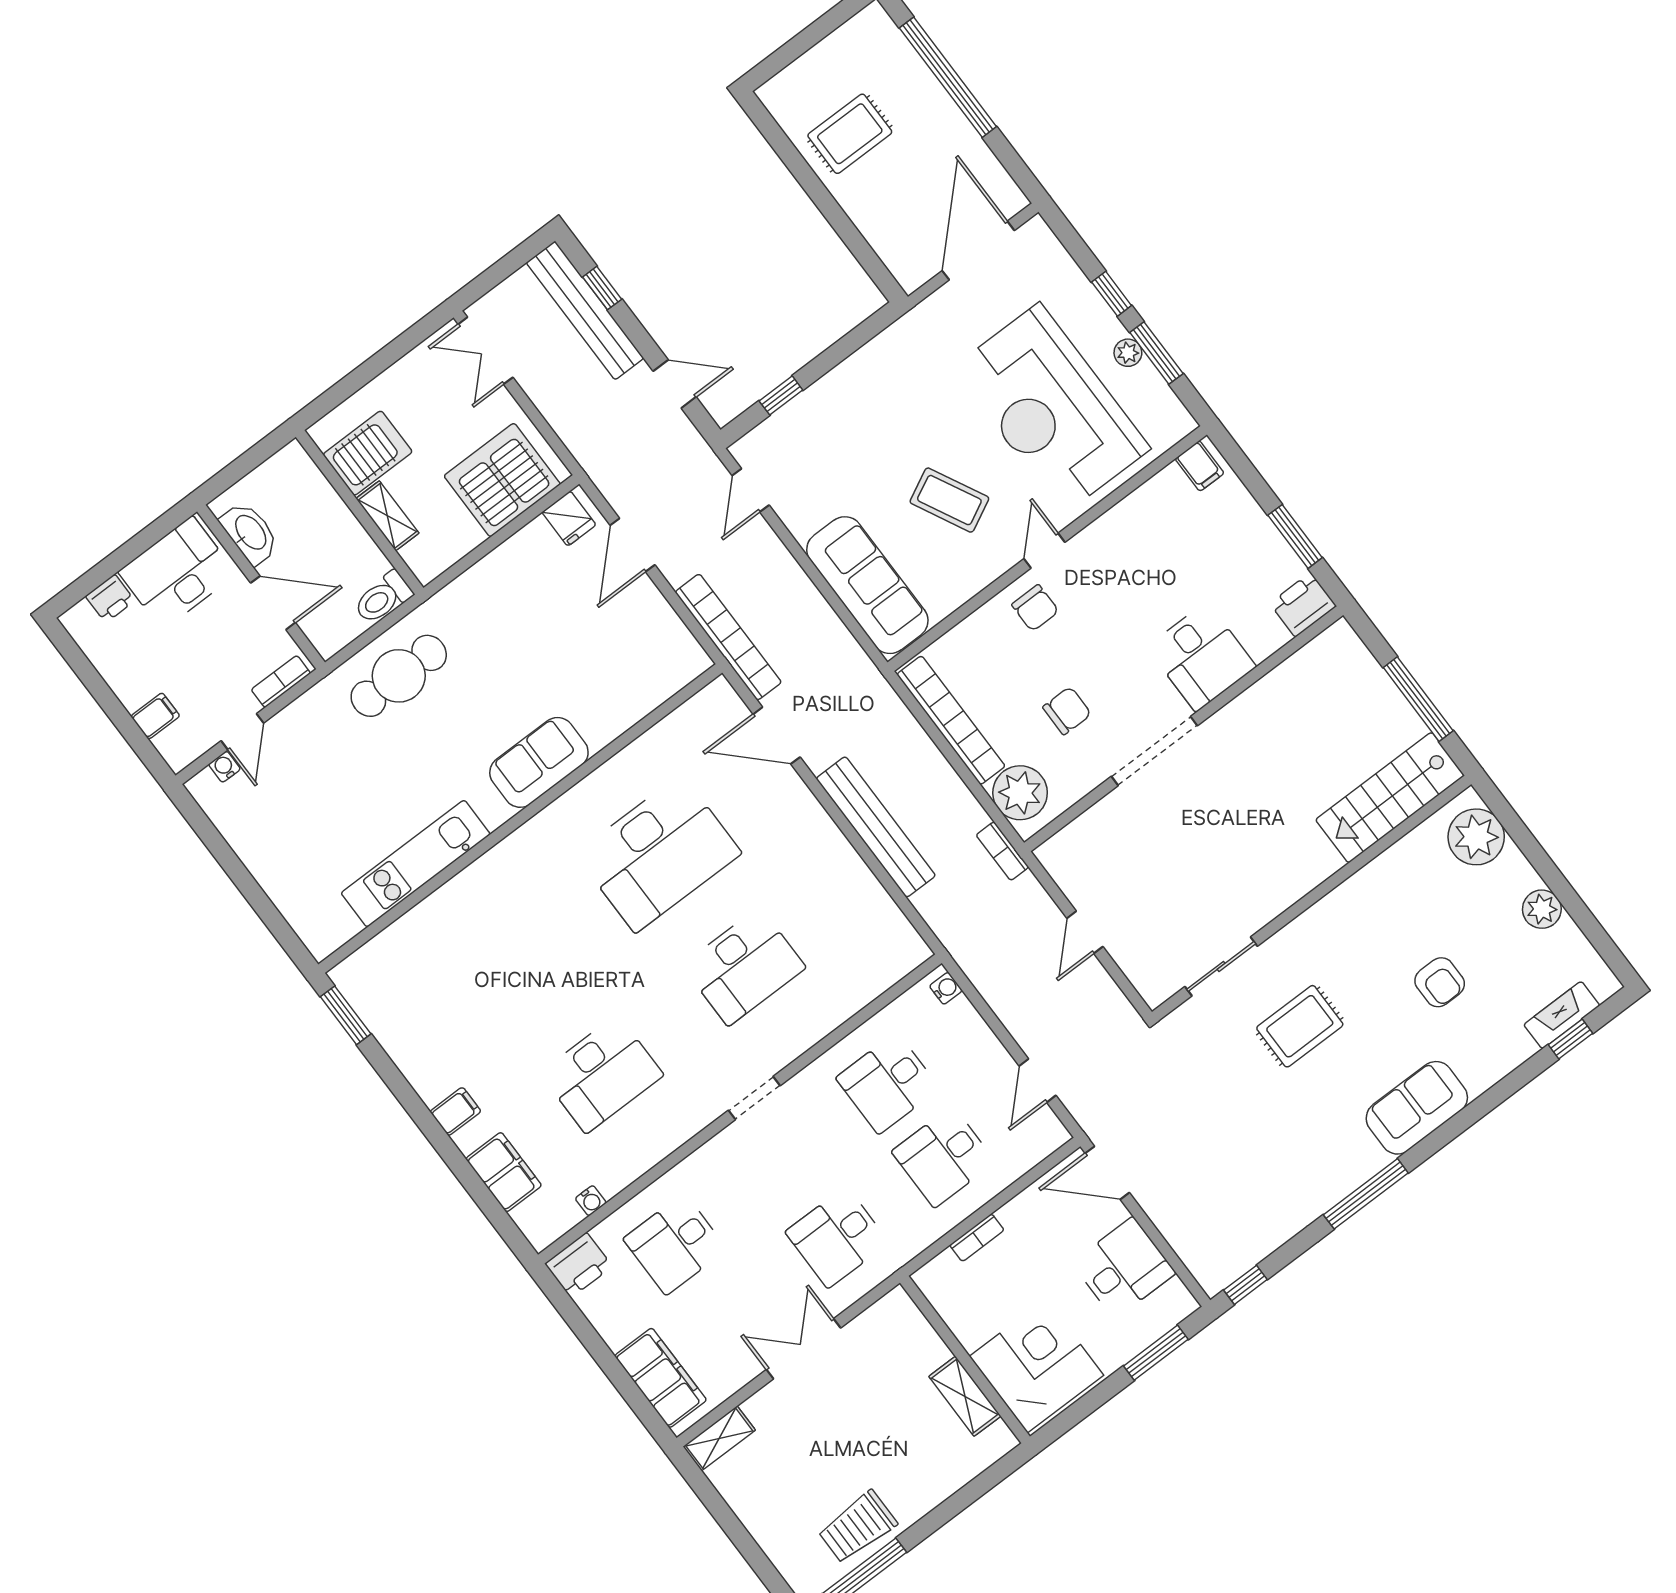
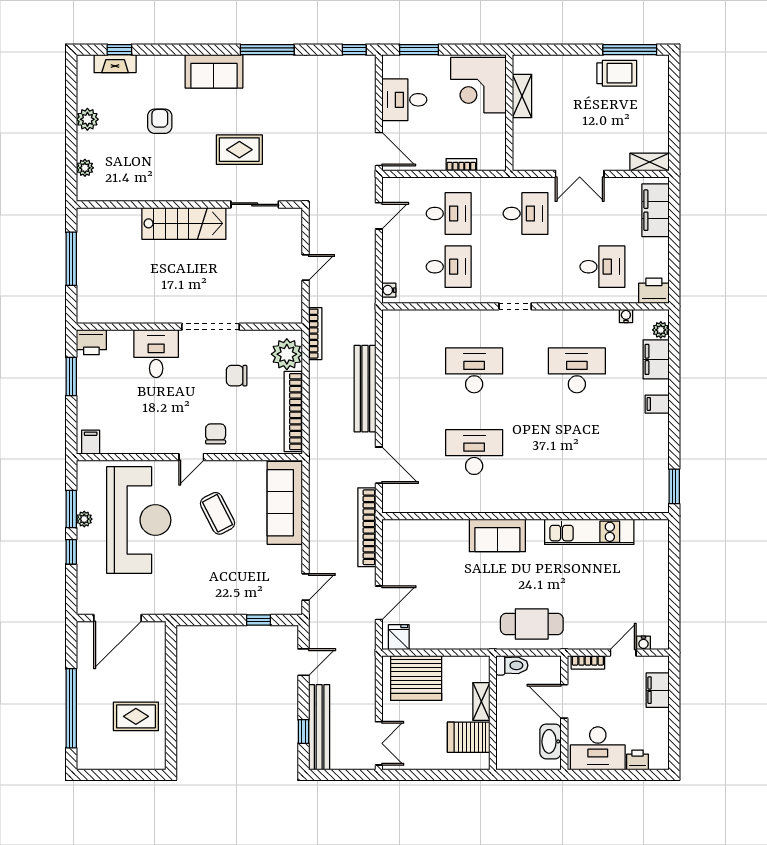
door: (675, 384) -> (303, 662), swing flipped
filing cabinet: (155, 716) -> (658, 690), width x2.00
stairs: (1390, 798) -> (184, 223), moved
plant: (1476, 837) -> (85, 168), width x0.53, depth x0.53
bookcase: (1002, 851) -> (315, 334), width x1.56
desk: (658, 853) -> (474, 452), width x0.73, depth x0.77
plant: (528, 1218) -> (661, 330), added

